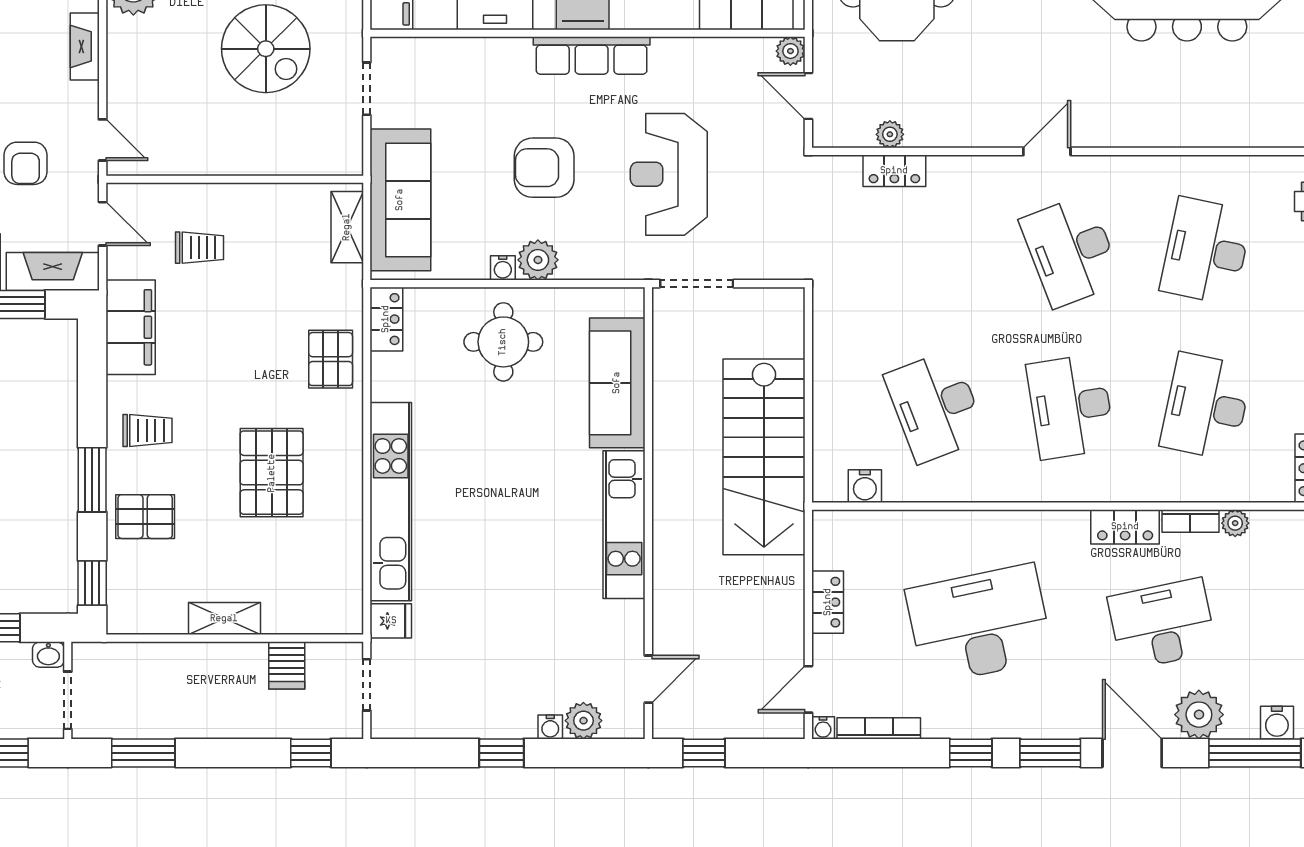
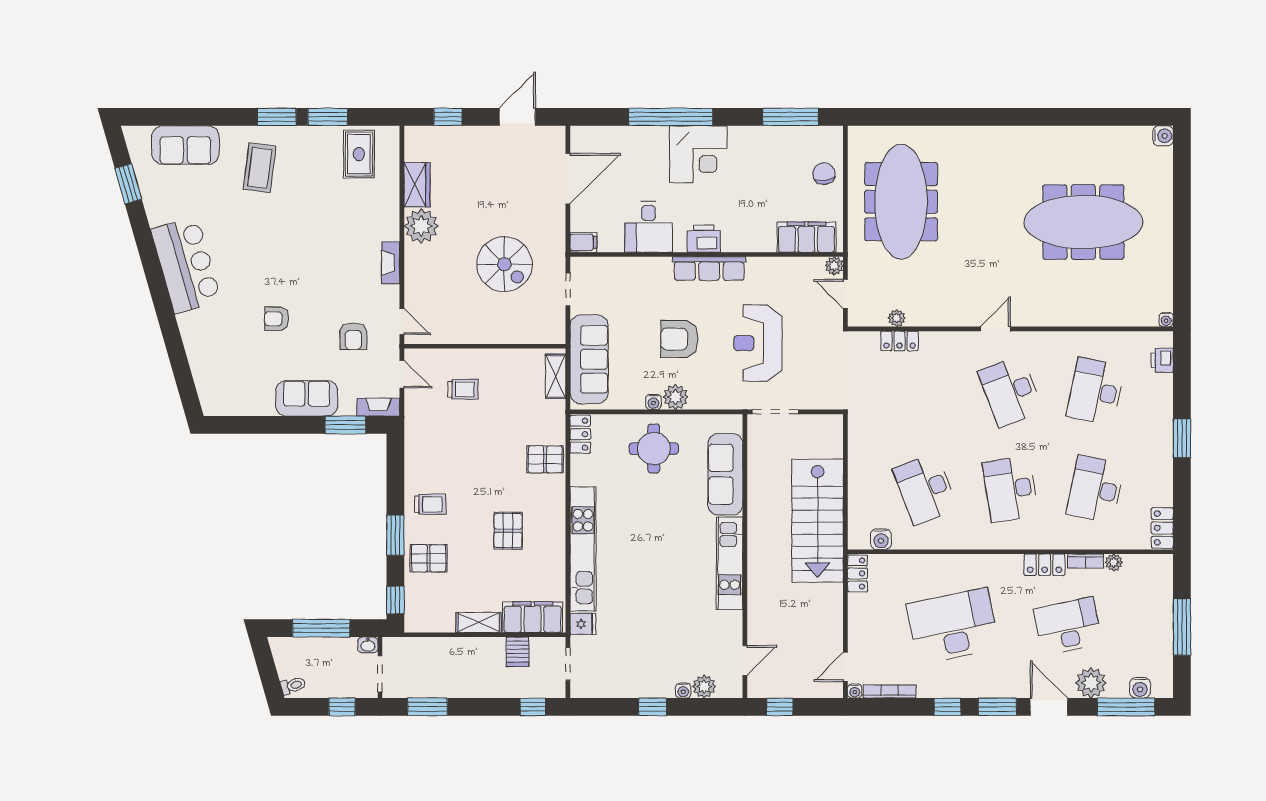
fireplace: (53, 271) -> (378, 407), width x0.73, depth x0.76
filing cabinet: (131, 327) -> (533, 617), moved, turned -90
pallet: (331, 359) -> (545, 459), turned 90
pallet: (272, 473) -> (508, 531), width x0.67, depth x0.71
locker: (828, 602) -> (858, 573), moved

